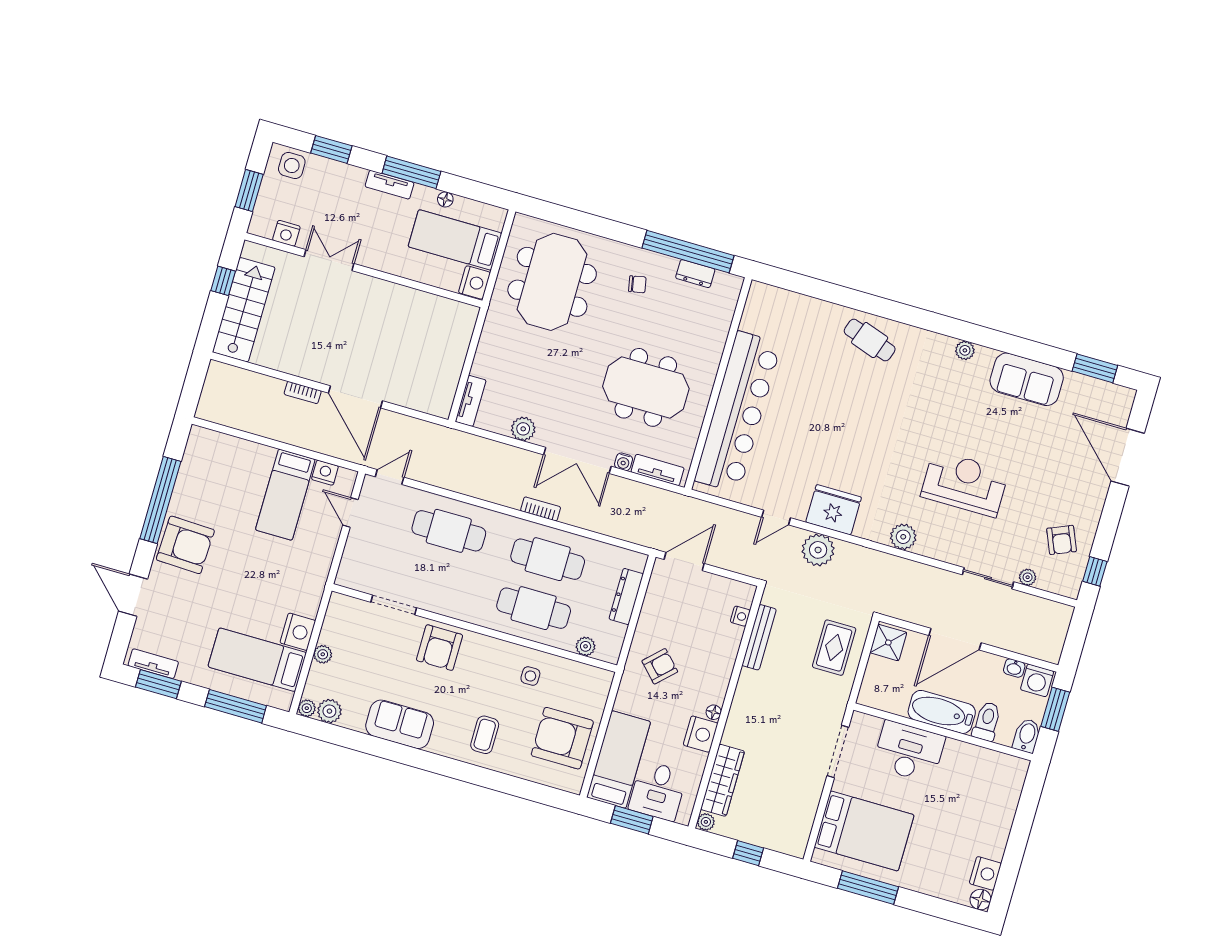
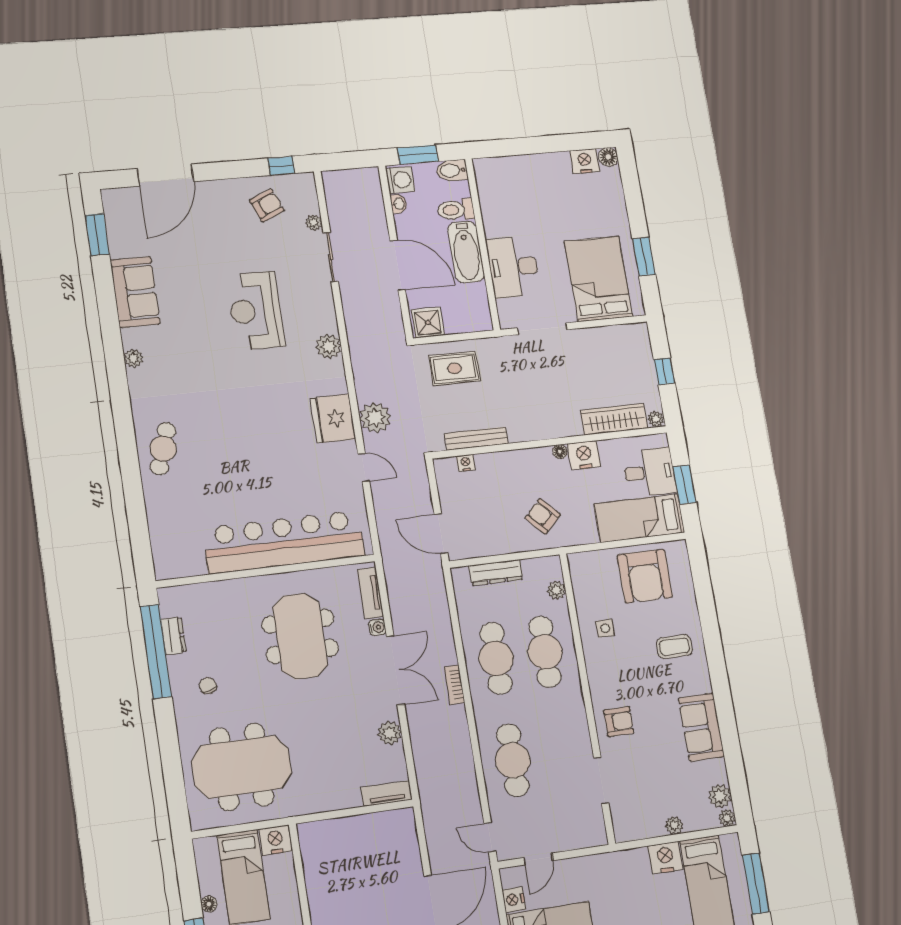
armchair: (440, 648) -> (619, 722), width x0.72, depth x0.72
window: (868, 888) -> (644, 257), width x0.69

